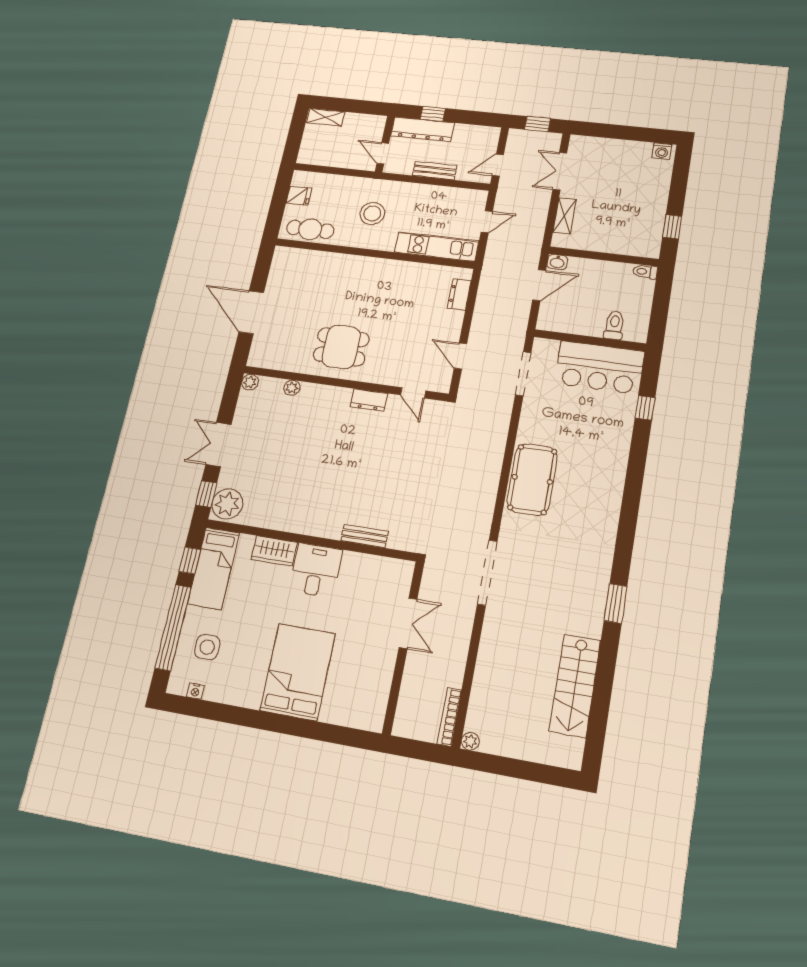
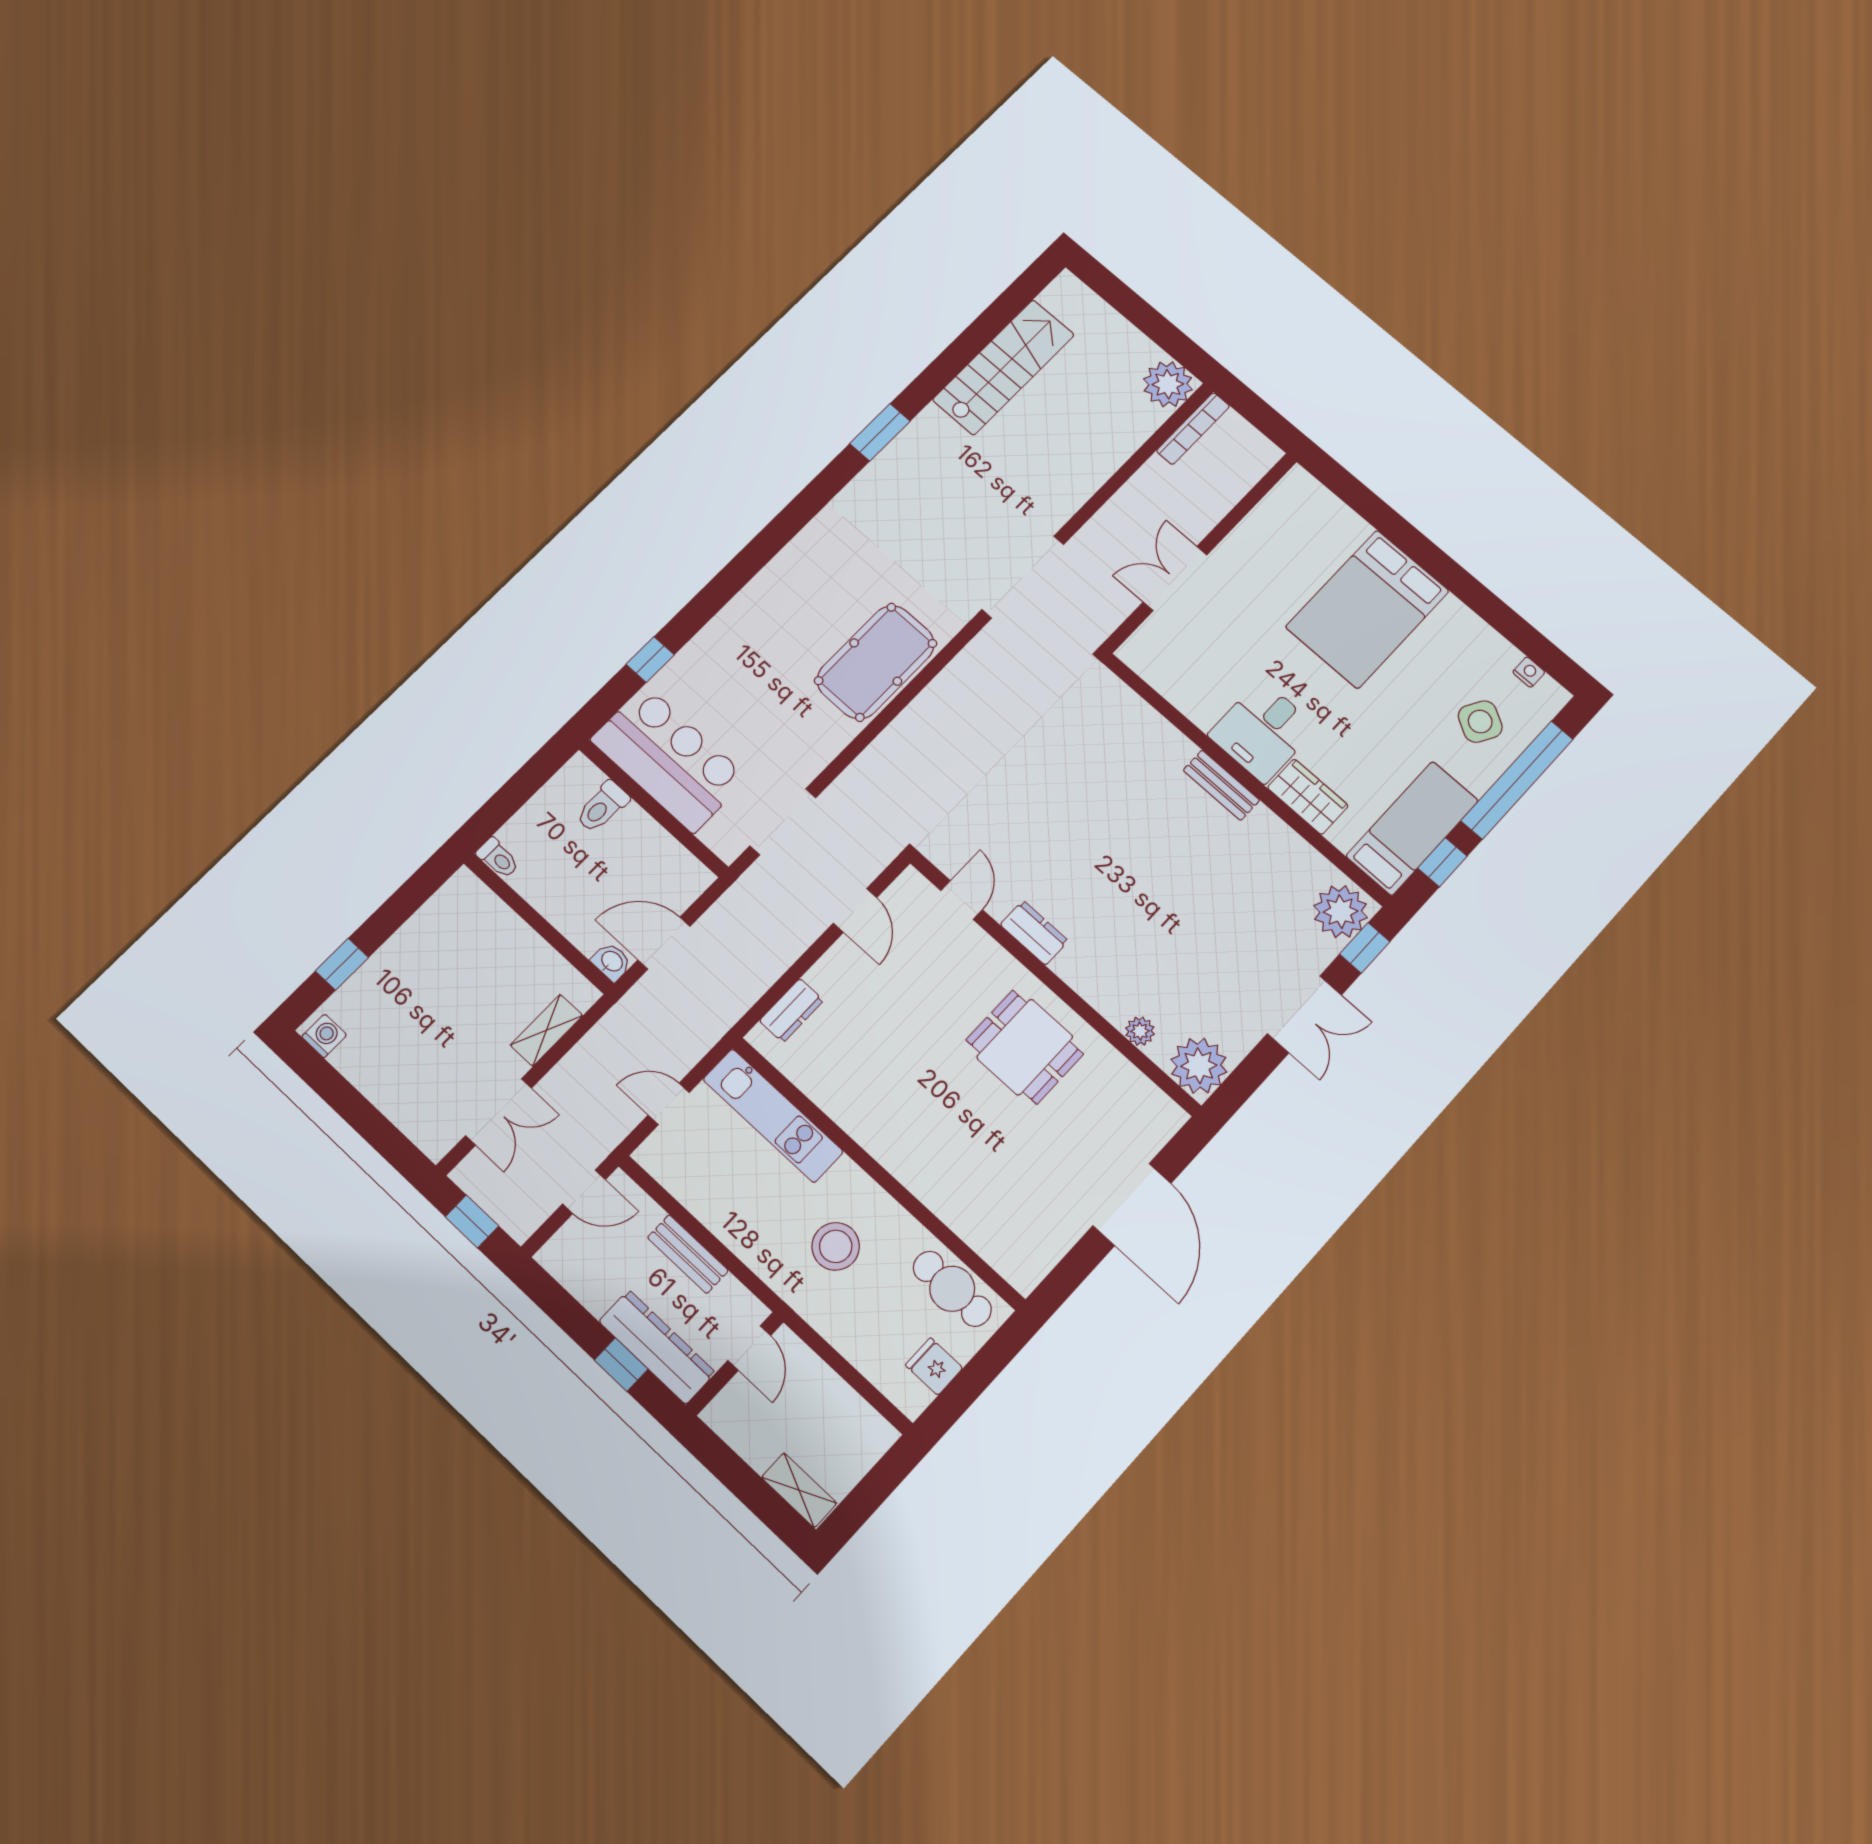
window: (672, 227) -> (342, 964), moved
plant: (250, 382) -> (1199, 1066), width x1.87, depth x1.87
bench: (365, 536) -> (1221, 785), moved
side table: (207, 647) -> (1480, 722), turned 30
plant: (470, 741) -> (1168, 384), width x1.88, depth x1.88

